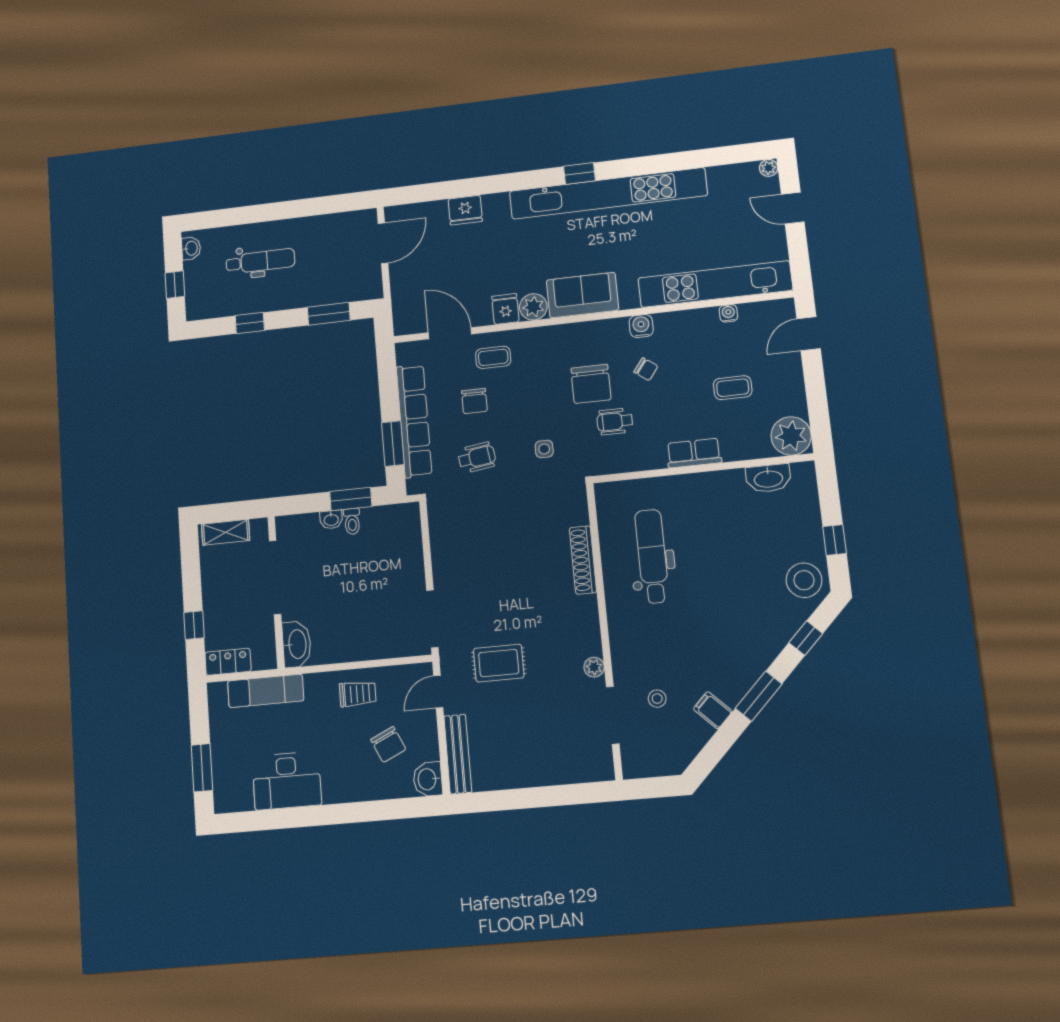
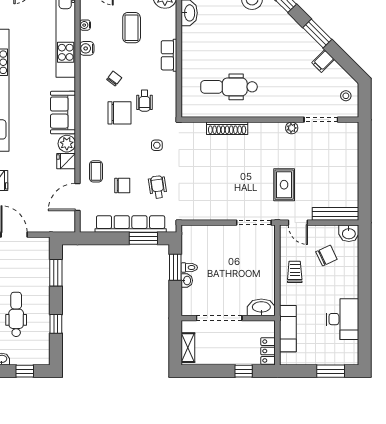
water cooler: (641, 326) -> (87, 48), moved
coffee table: (733, 388) -> (132, 28), width x1.36, depth x1.30
stool: (657, 699) -> (346, 96), moved

